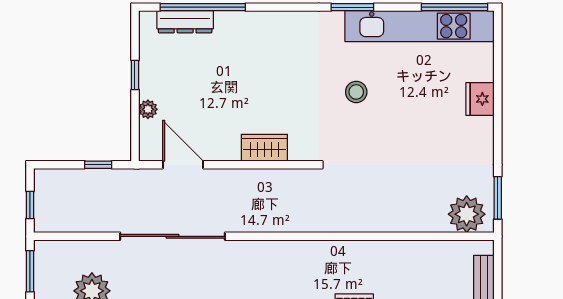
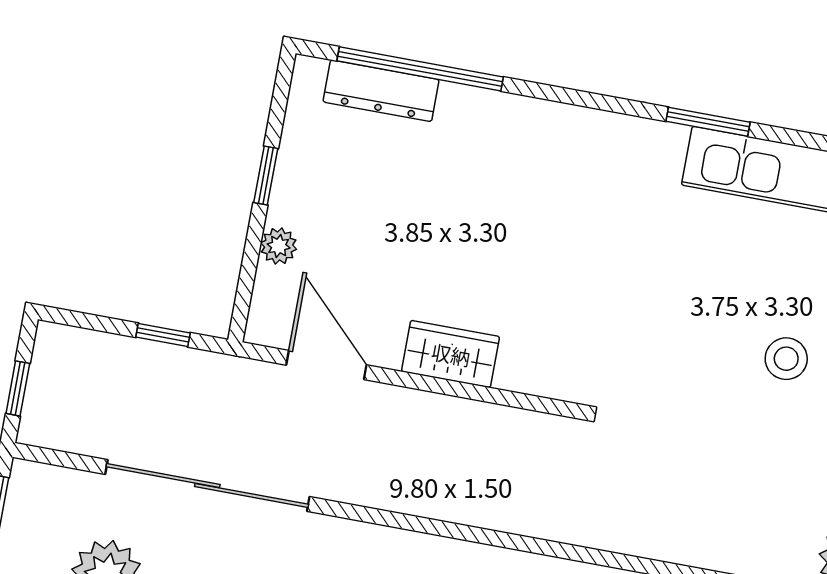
stool: (356, 92) -> (786, 359), moved
wardrobe: (264, 148) -> (451, 354), moved
sliding door: (173, 236) -> (207, 485), moved

